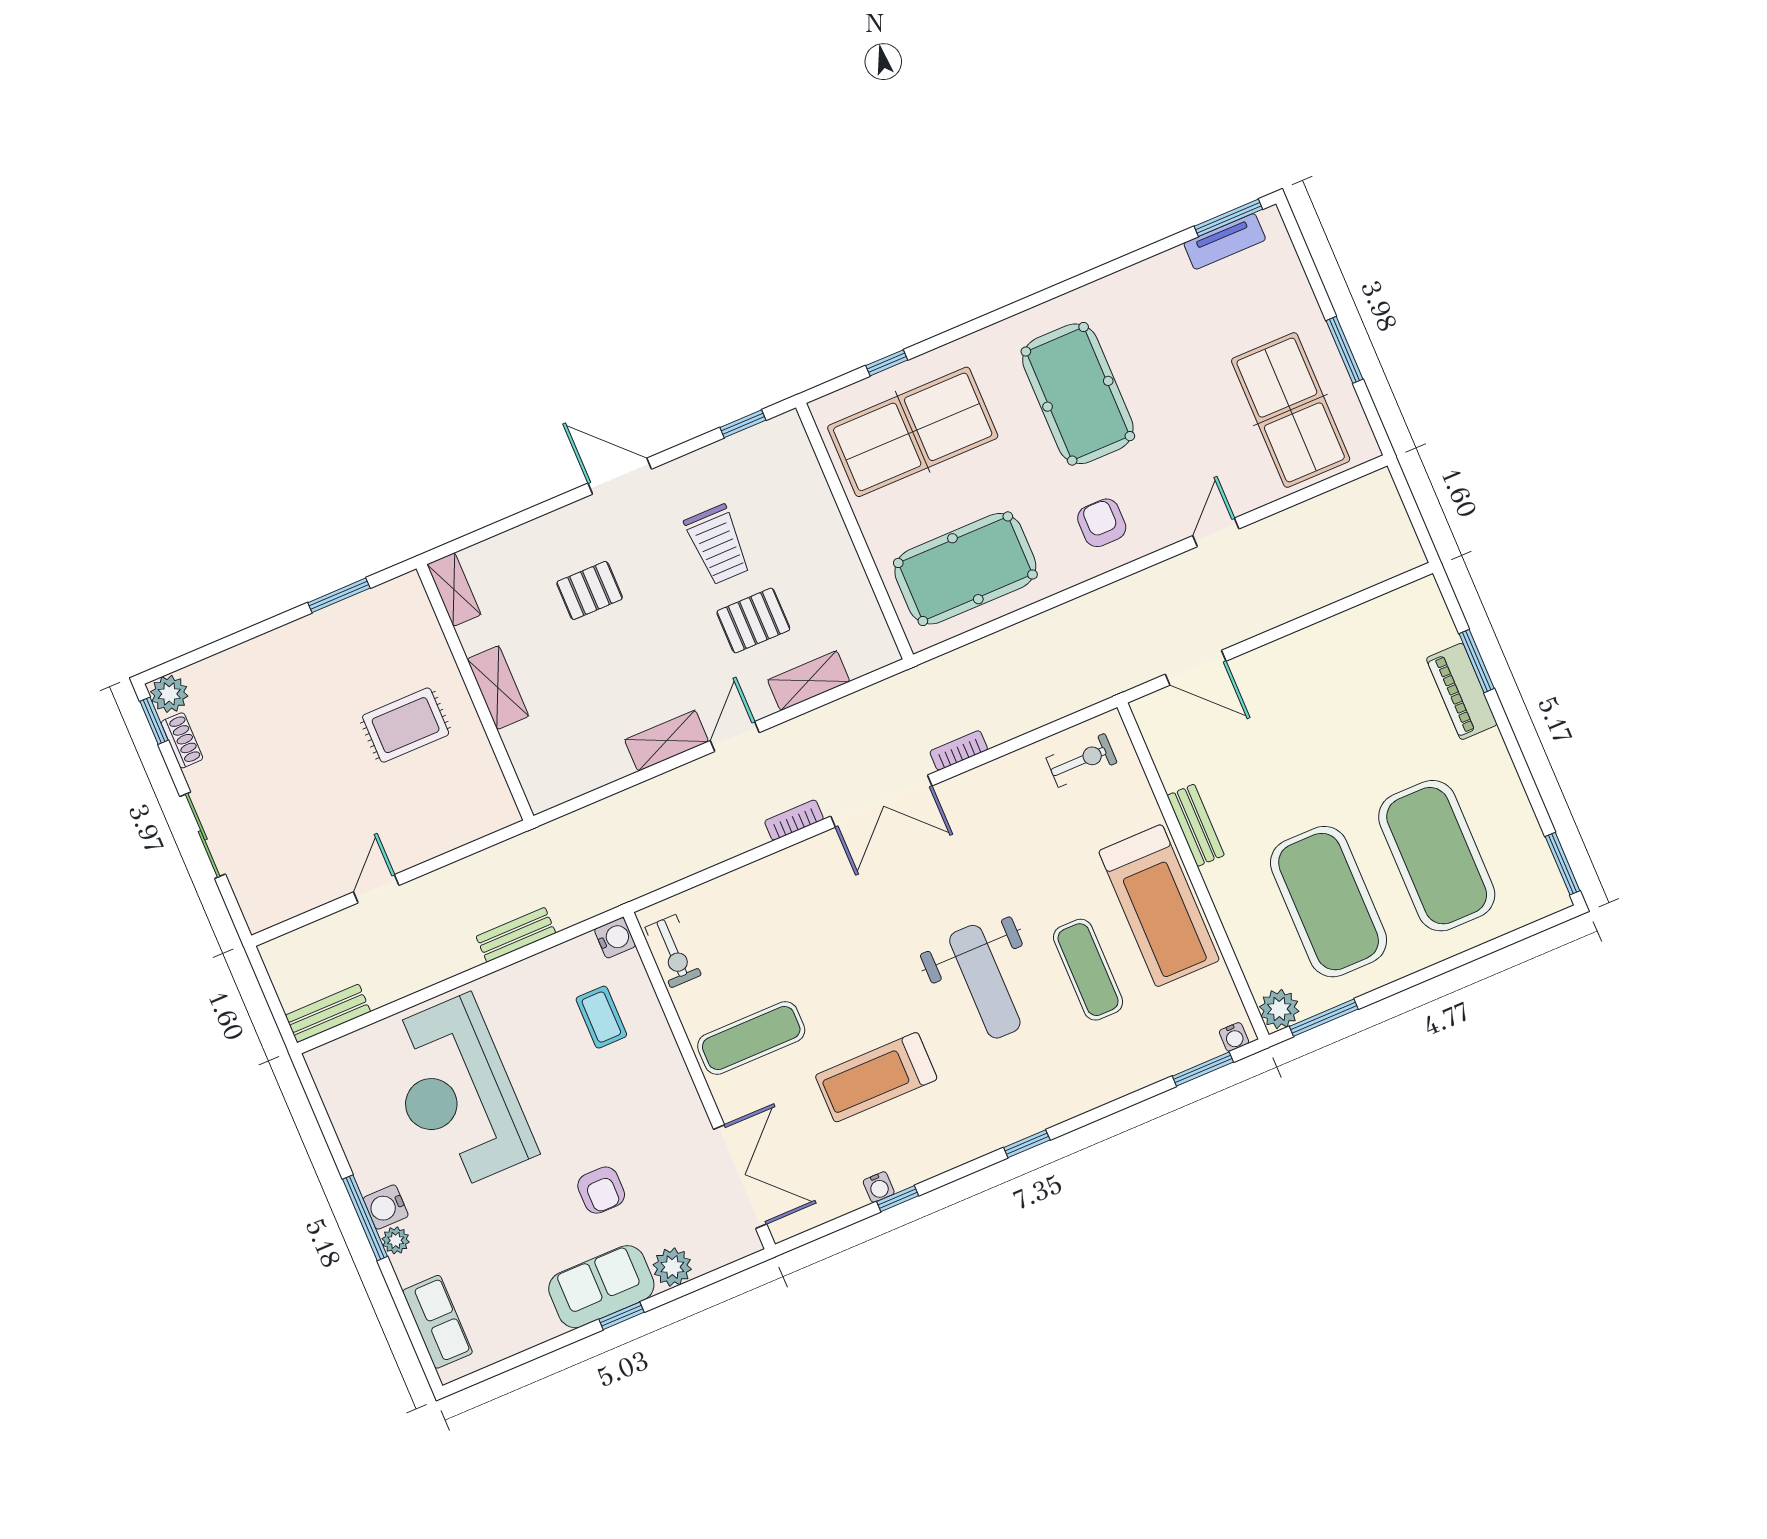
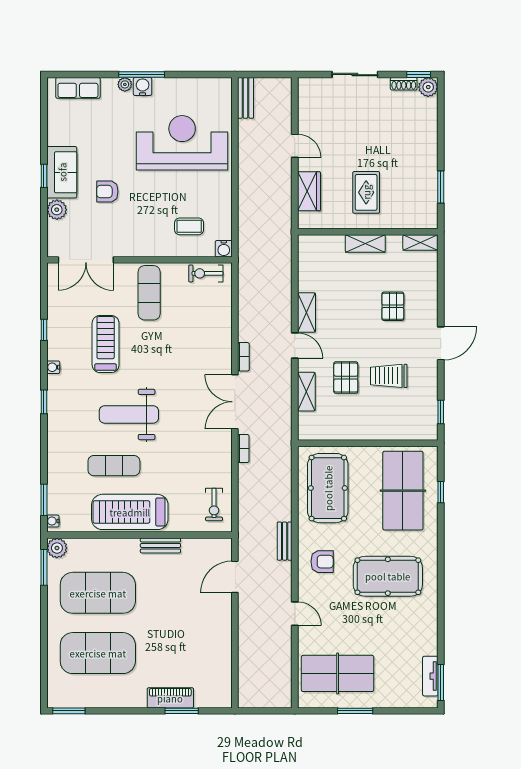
wardrobe: (447, 829) -> (309, 191), added
bench: (516, 935) -> (285, 541), moved
water cooler: (879, 1187) -> (53, 367), moved

